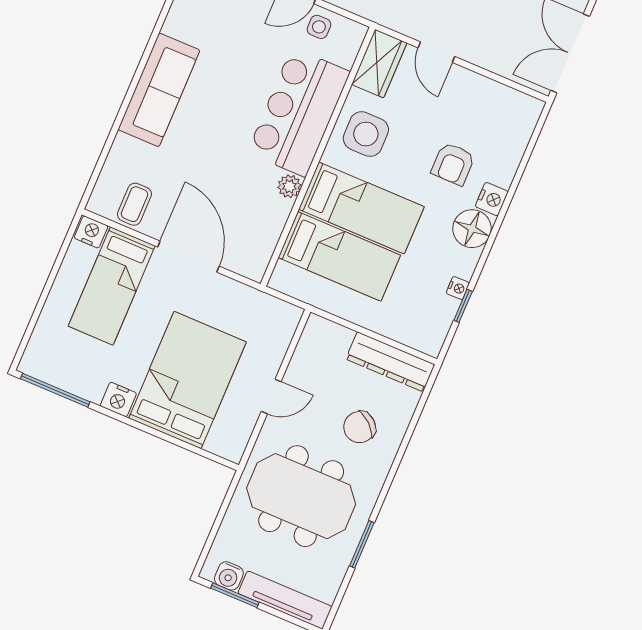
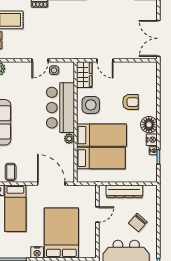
armchair: (453, 164) -> (131, 102), turned -90
nightstand: (492, 199) -> (152, 140), moved
door: (188, 257) -> (51, 184), moved
dresser: (390, 362) -> (124, 191), moved
door: (271, 396) -> (97, 215), moved

